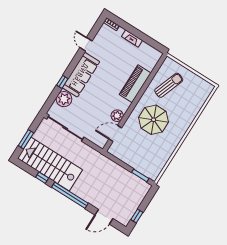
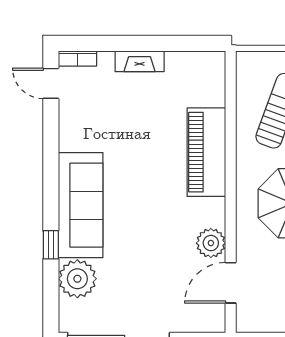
door: (86, 44) -> (51, 83), moved

